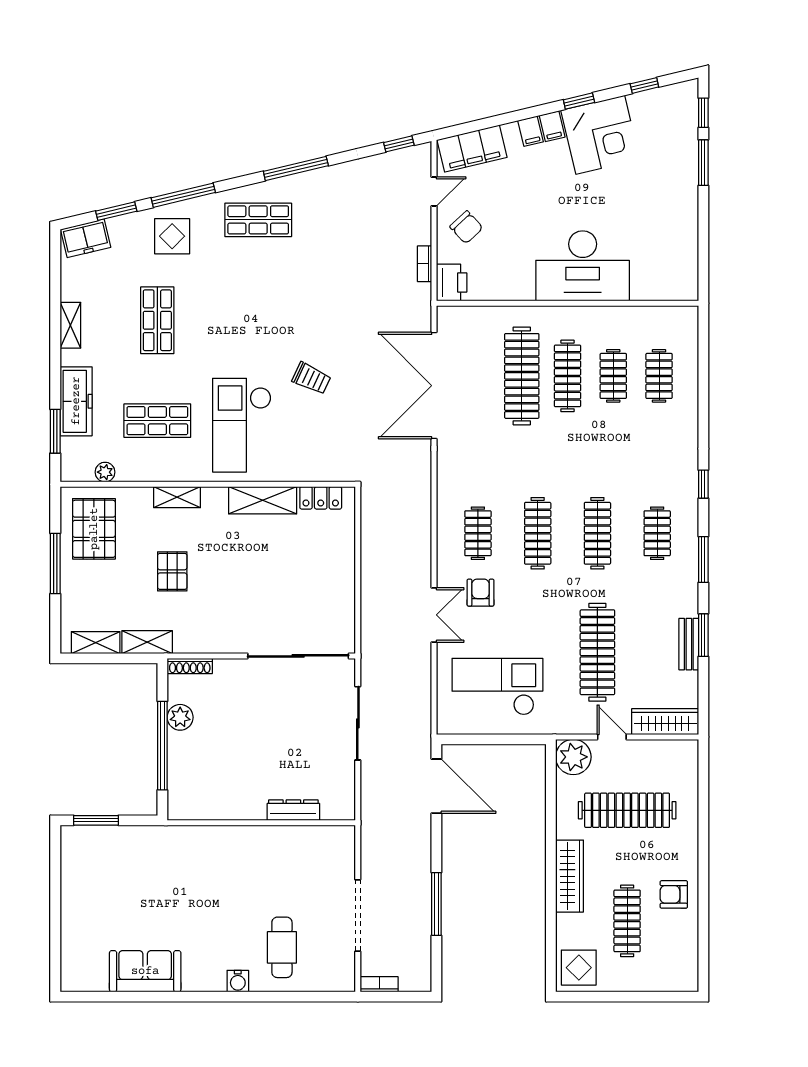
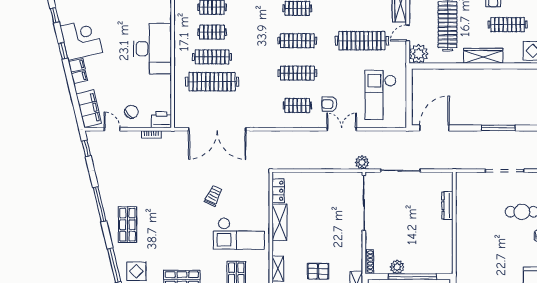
plant: (373, 653) -> (362, 162), added

